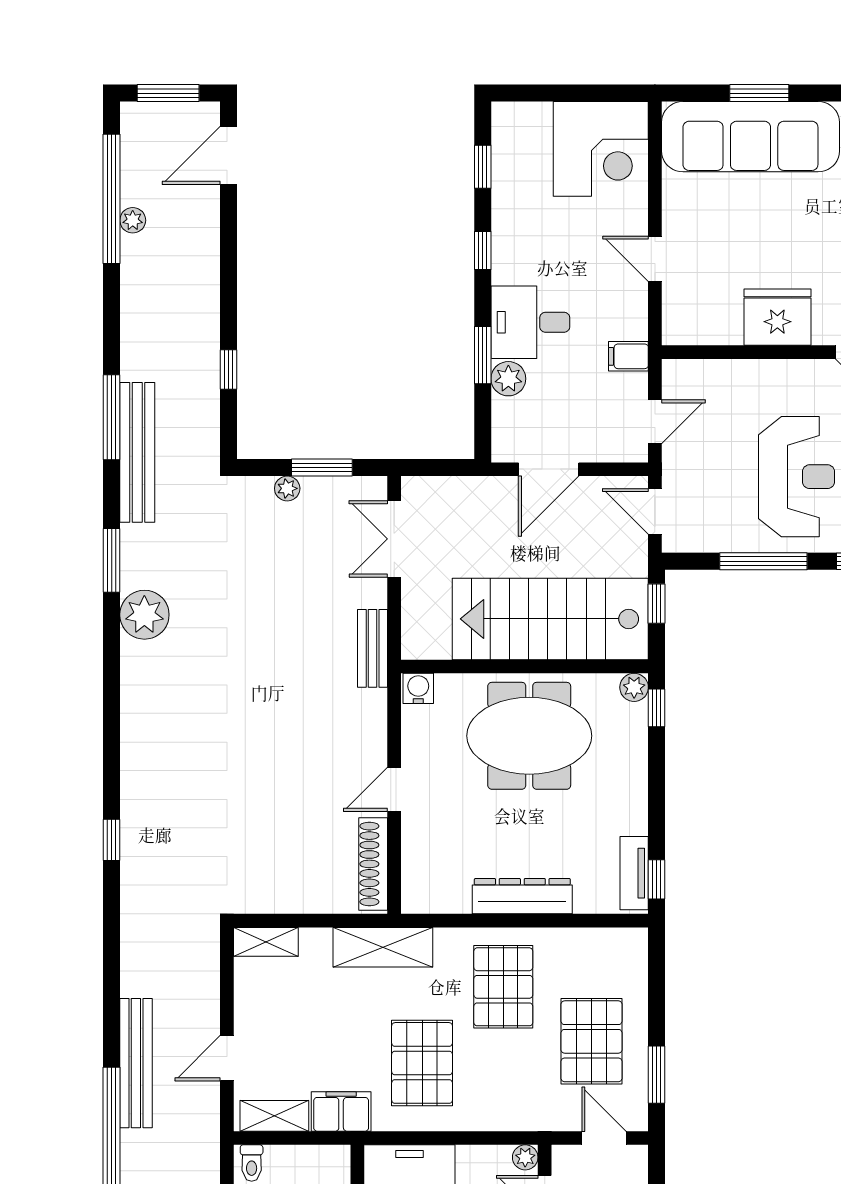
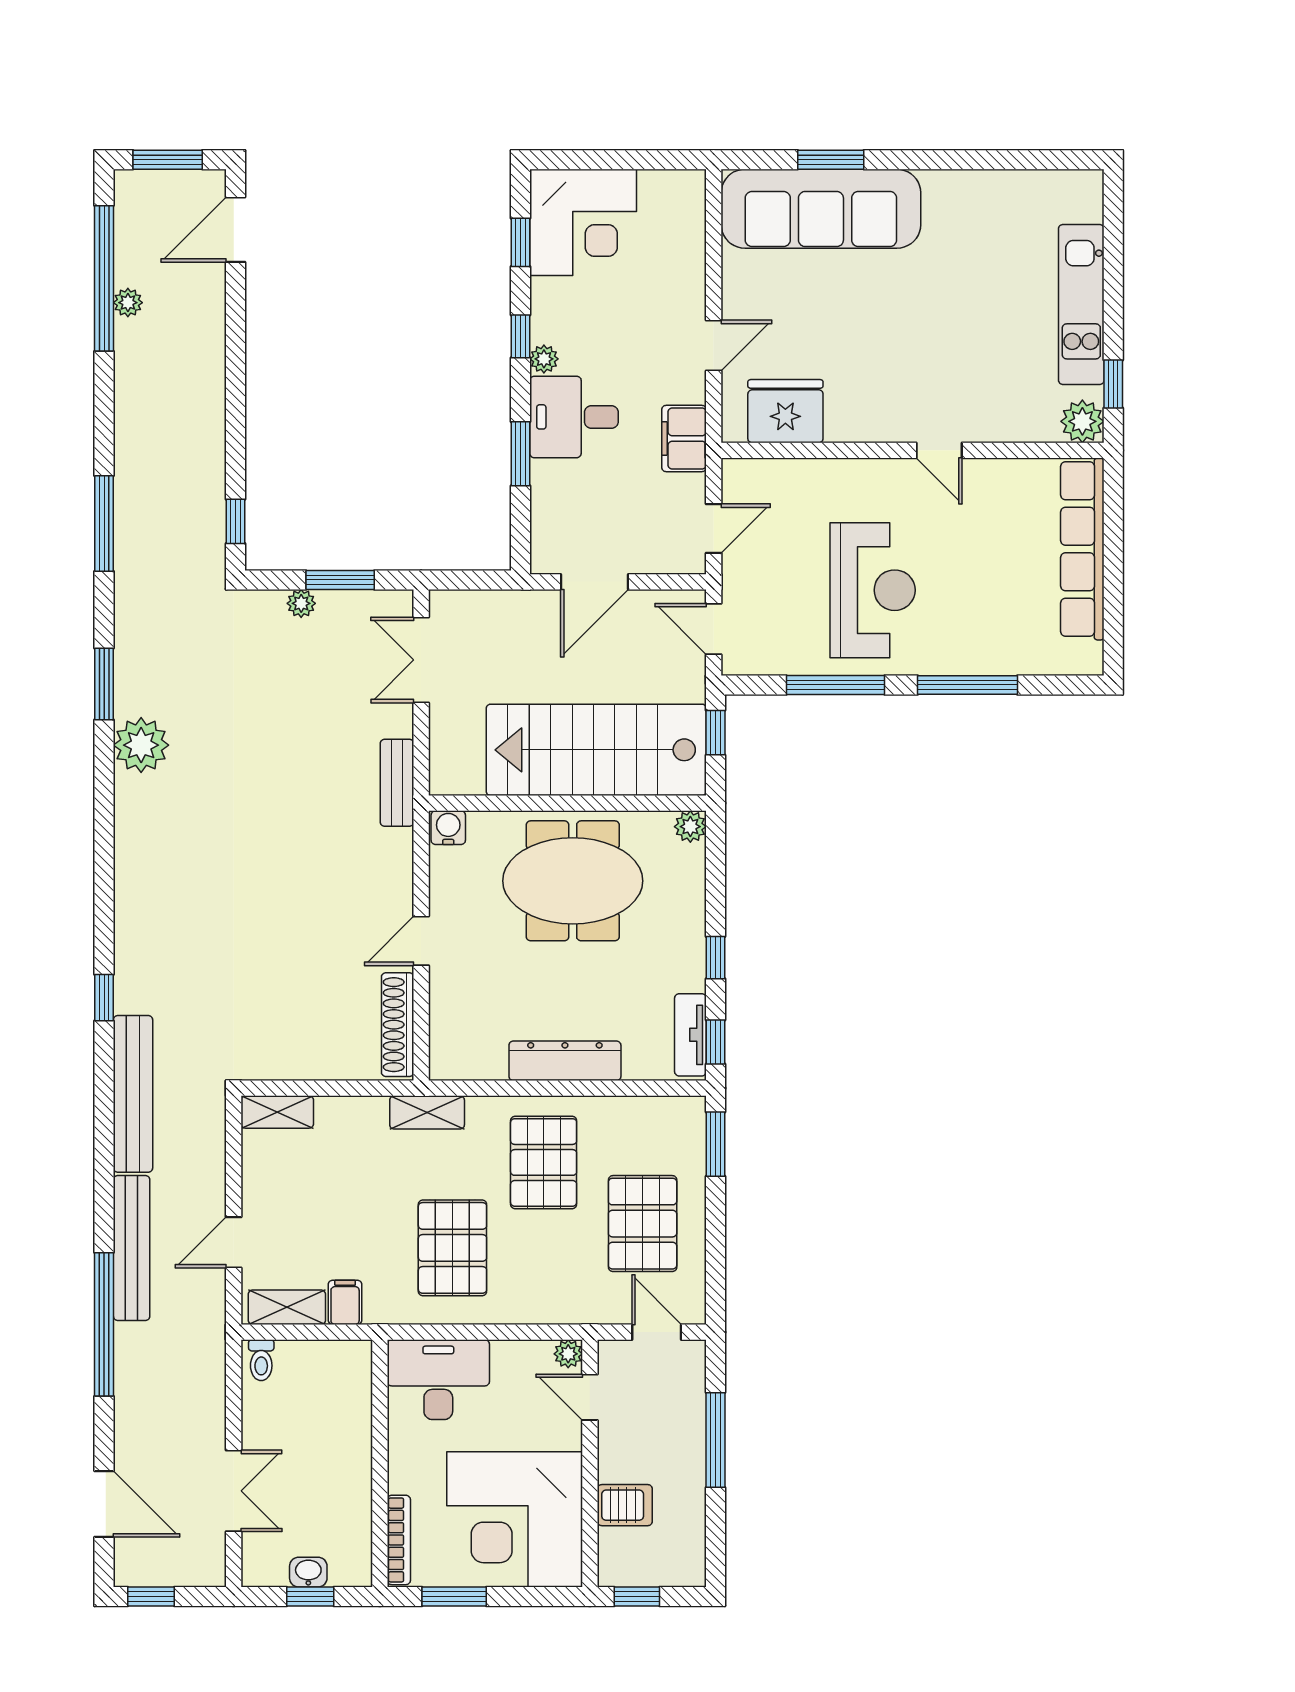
corner desk: (601, 149) -> (583, 222), moved
door: (655, 259) -> (714, 346), swing flipped
fridge: (777, 317) -> (785, 411), moved
filing cabinet: (628, 356) -> (684, 439), width x2.00
window: (229, 370) -> (235, 521), moved
plant: (508, 379) -> (544, 359), moved, width x0.73, depth x0.73
bench: (137, 452) -> (133, 1094), moved
window: (657, 708) -> (716, 958), moved
shelving: (383, 947) -> (427, 1112), width x0.67, depth x0.75
window: (657, 1075) -> (716, 1144), moved
filing cabinet: (341, 1112) -> (345, 1302), width x0.50

